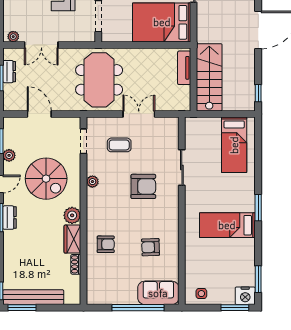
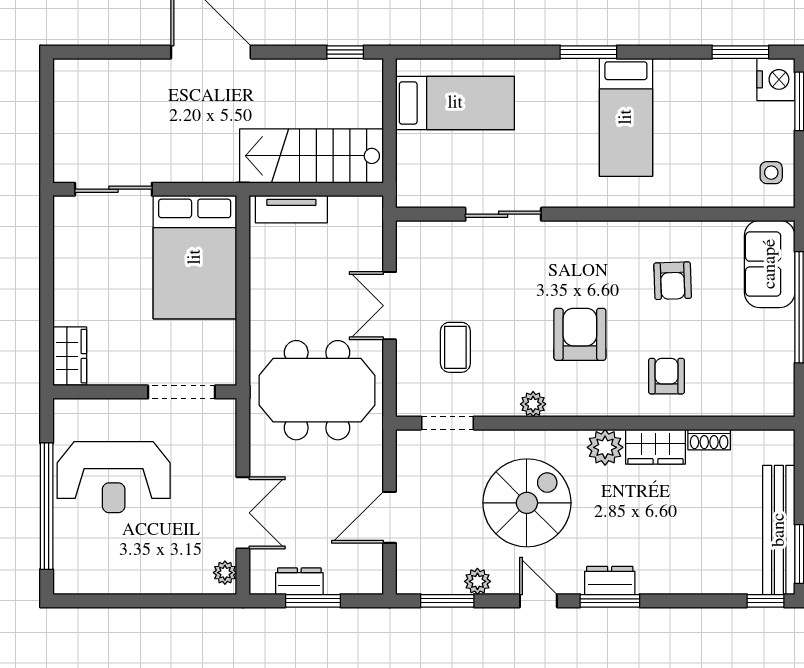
armchair: (143, 186) -> (580, 334), moved

